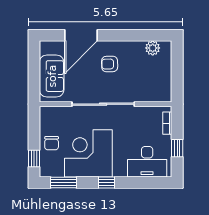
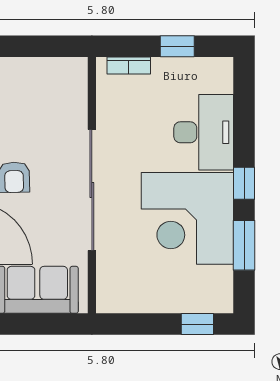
chair: (52, 143) -> (168, 290), removed
desk: (147, 162) -> (204, 132), moved
window: (63, 183) -> (244, 245), moved

